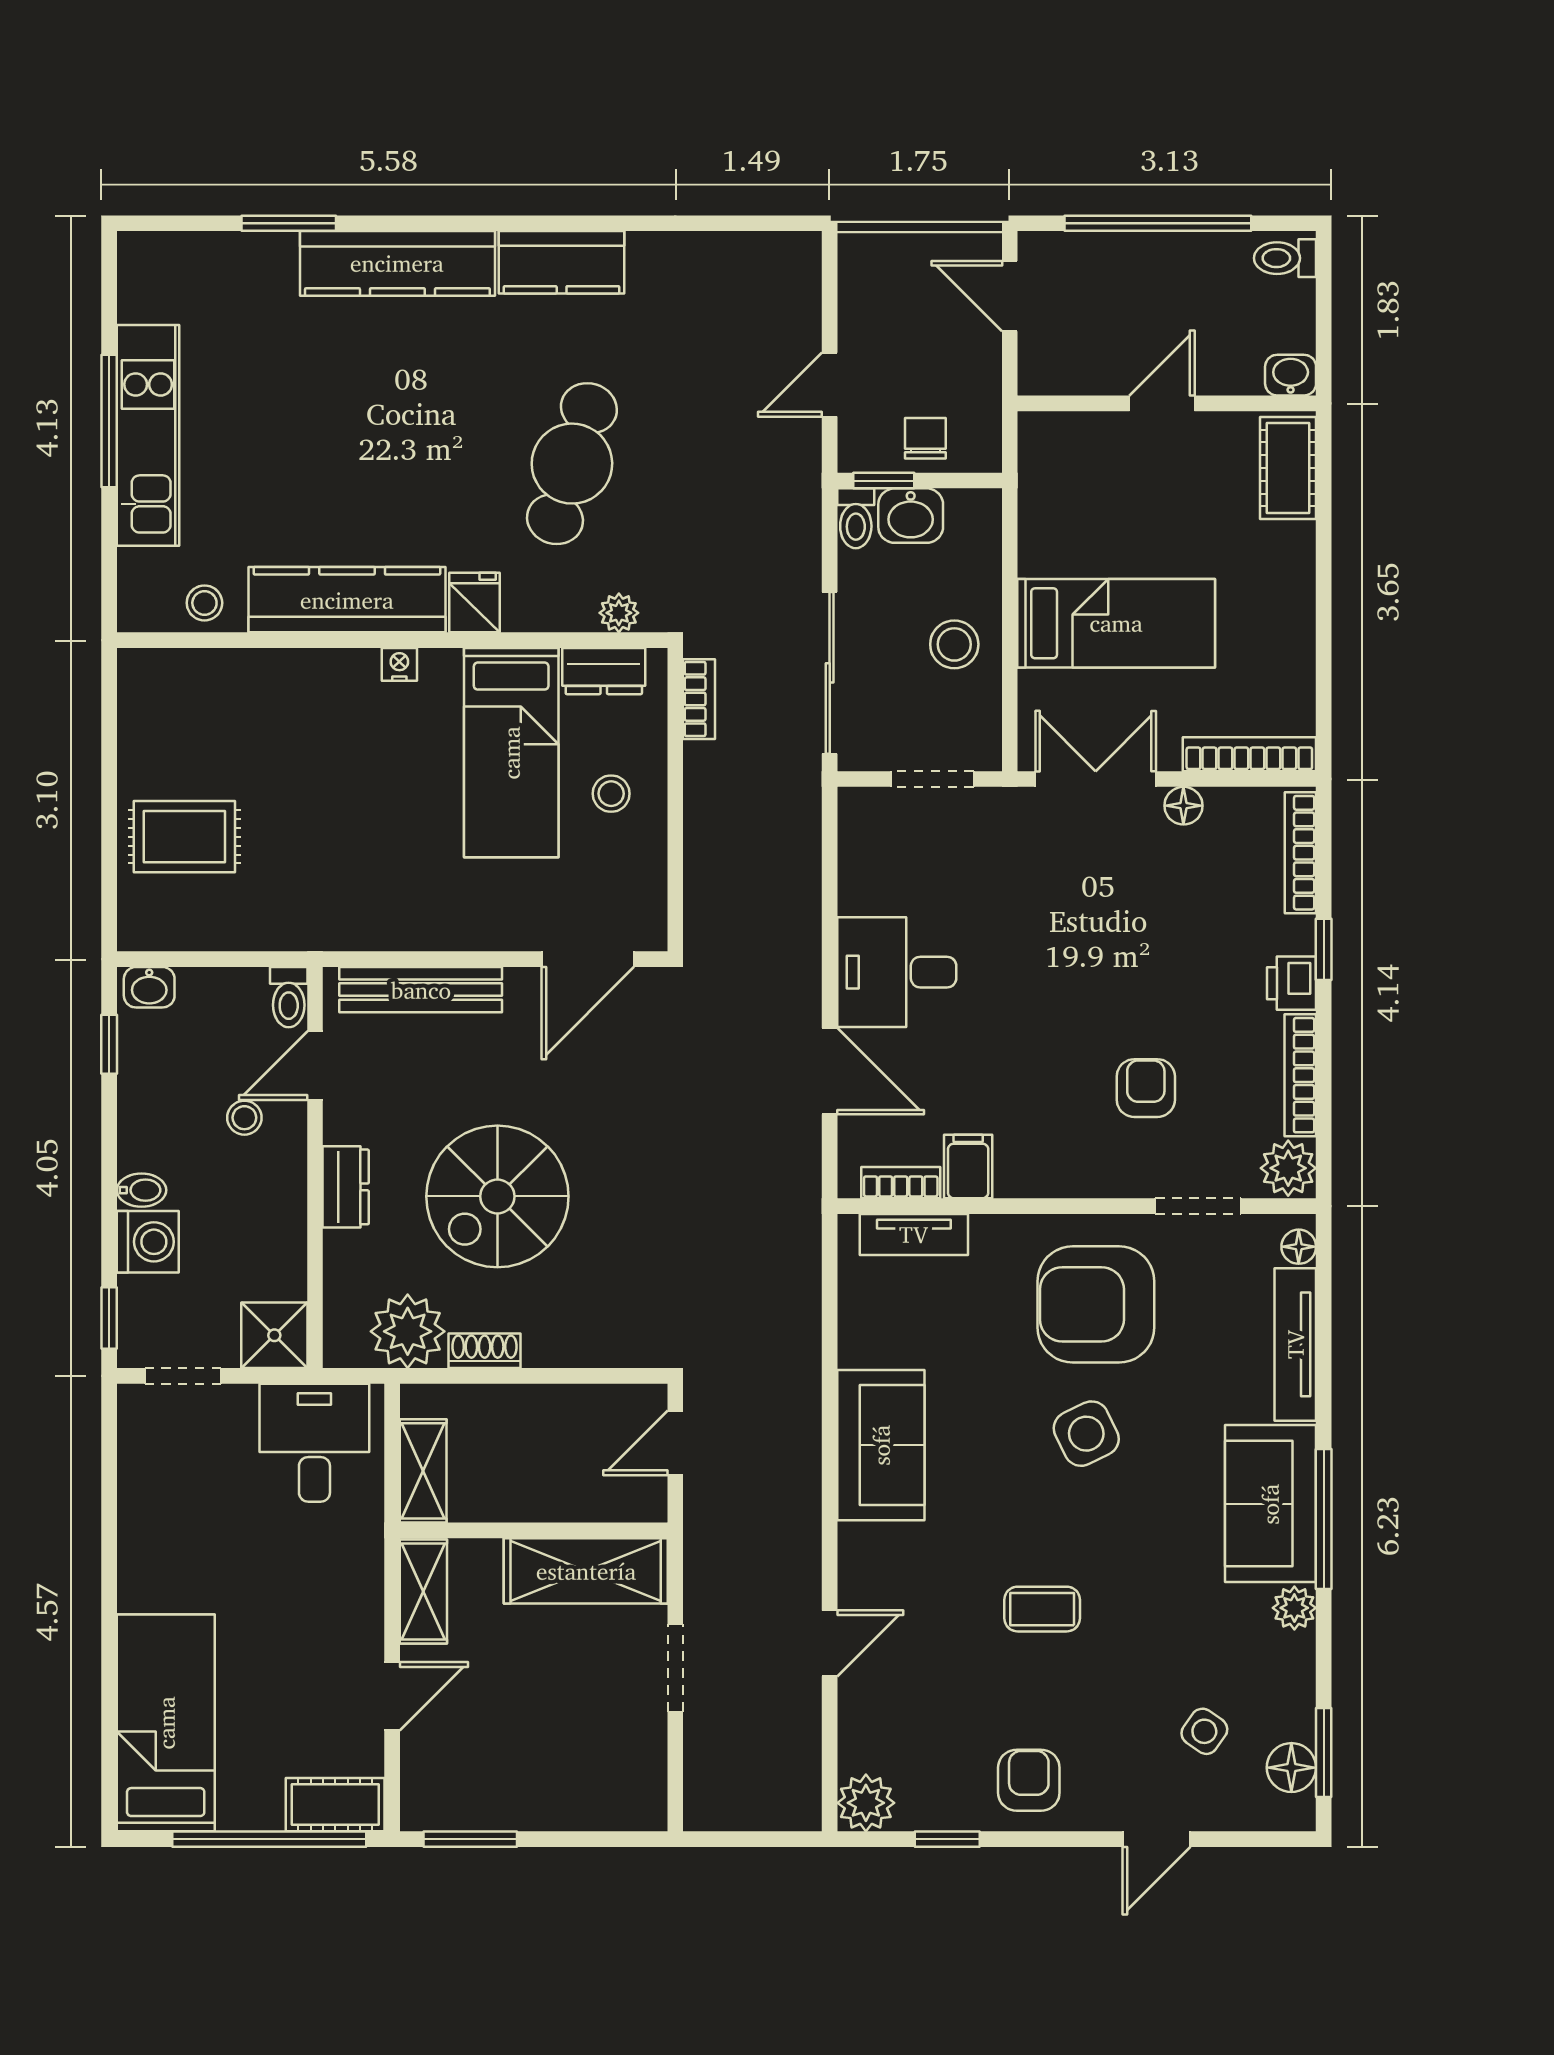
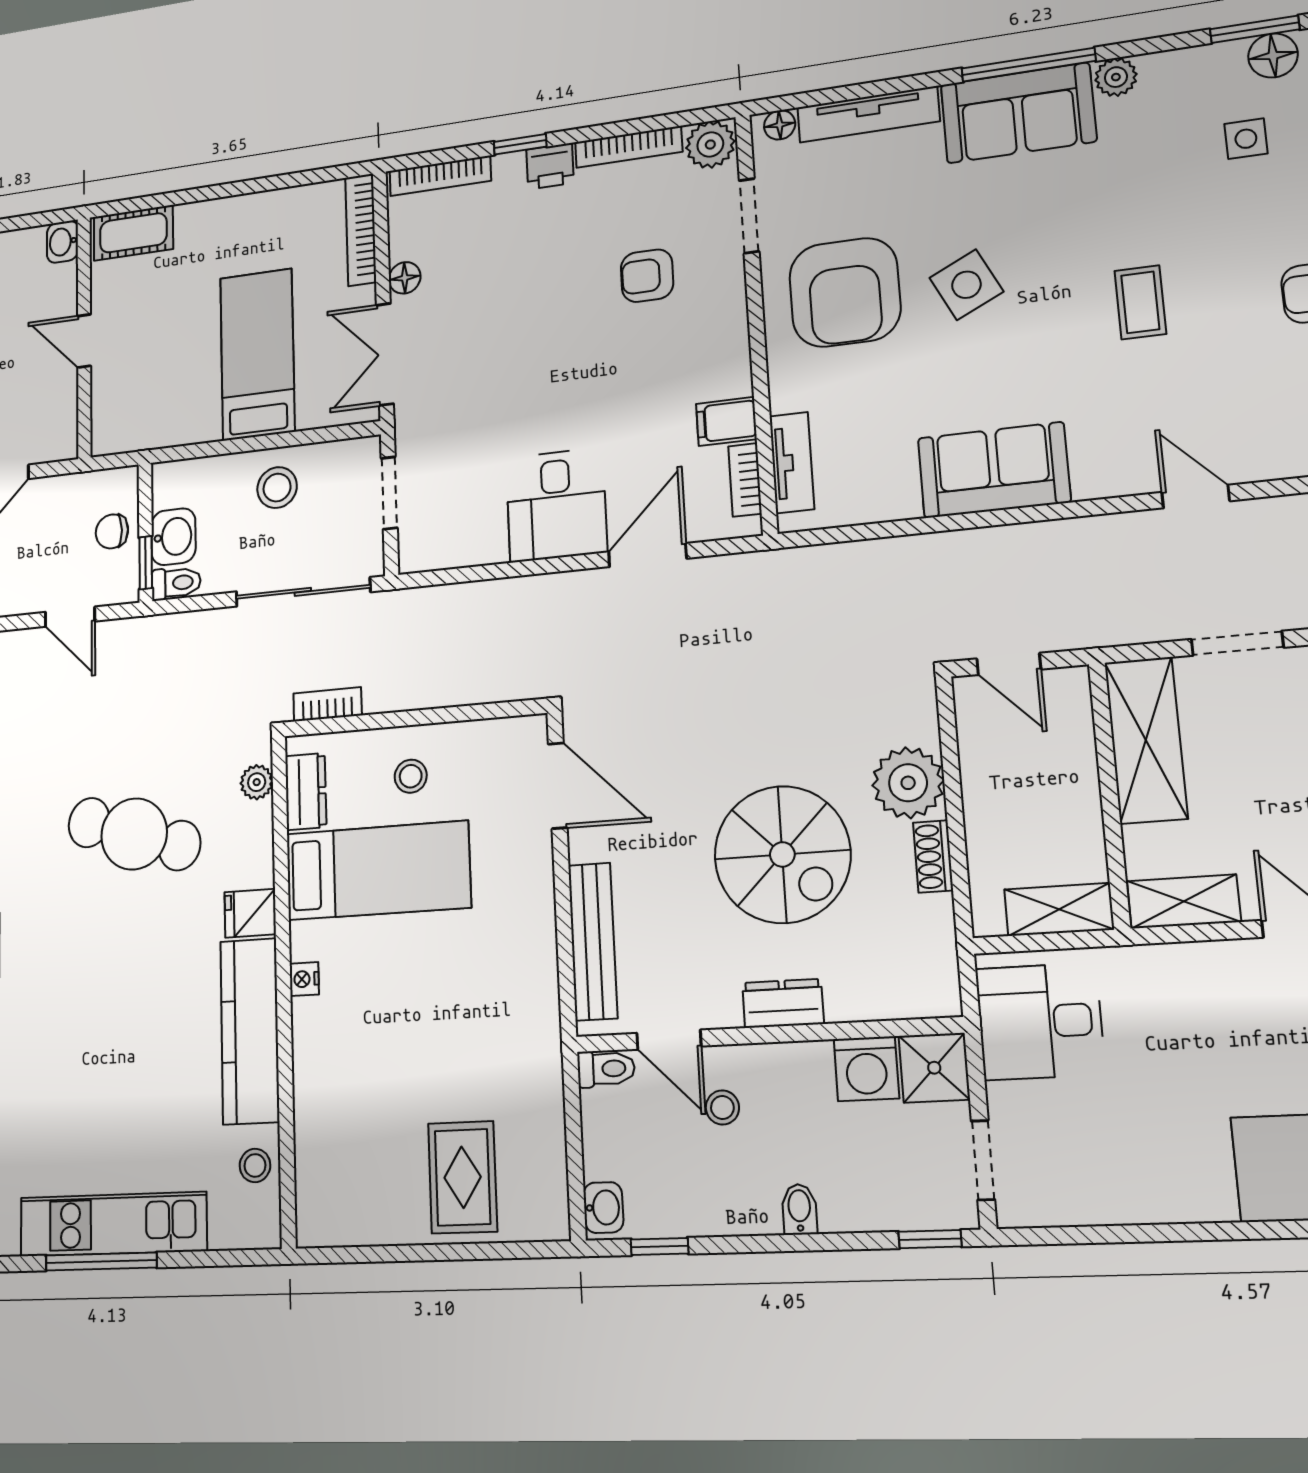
washing machine: (148, 1242) -> (866, 1069), moved, turned 180
plant: (408, 1331) -> (908, 783), moved
side table: (1204, 1731) -> (1246, 139), turned -35

